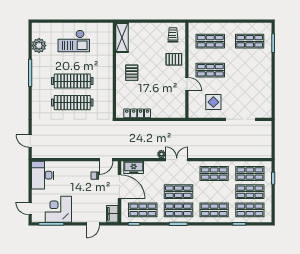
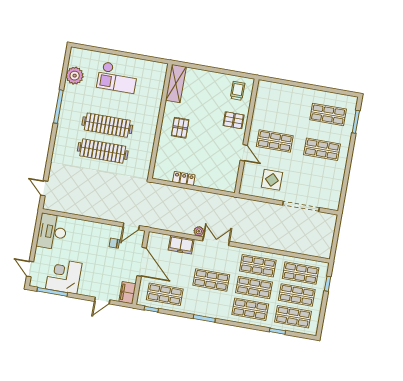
shop shelf: (210, 41) -> (322, 149), moved
locker: (137, 113) -> (184, 178), width x0.66
freezer: (134, 167) -> (181, 245), moved
shop shelf: (178, 210) -> (254, 287), moved

